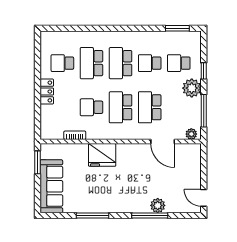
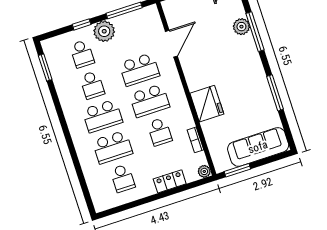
locker: (47, 92) -> (170, 181), moved
plant: (191, 134) -> (204, 171), moved

